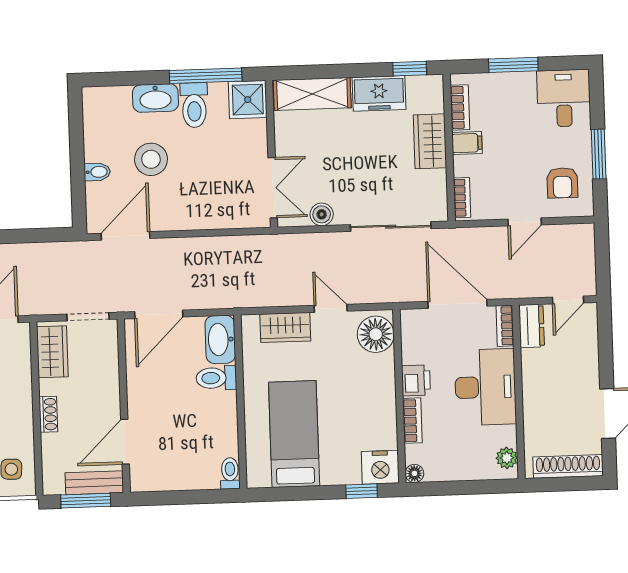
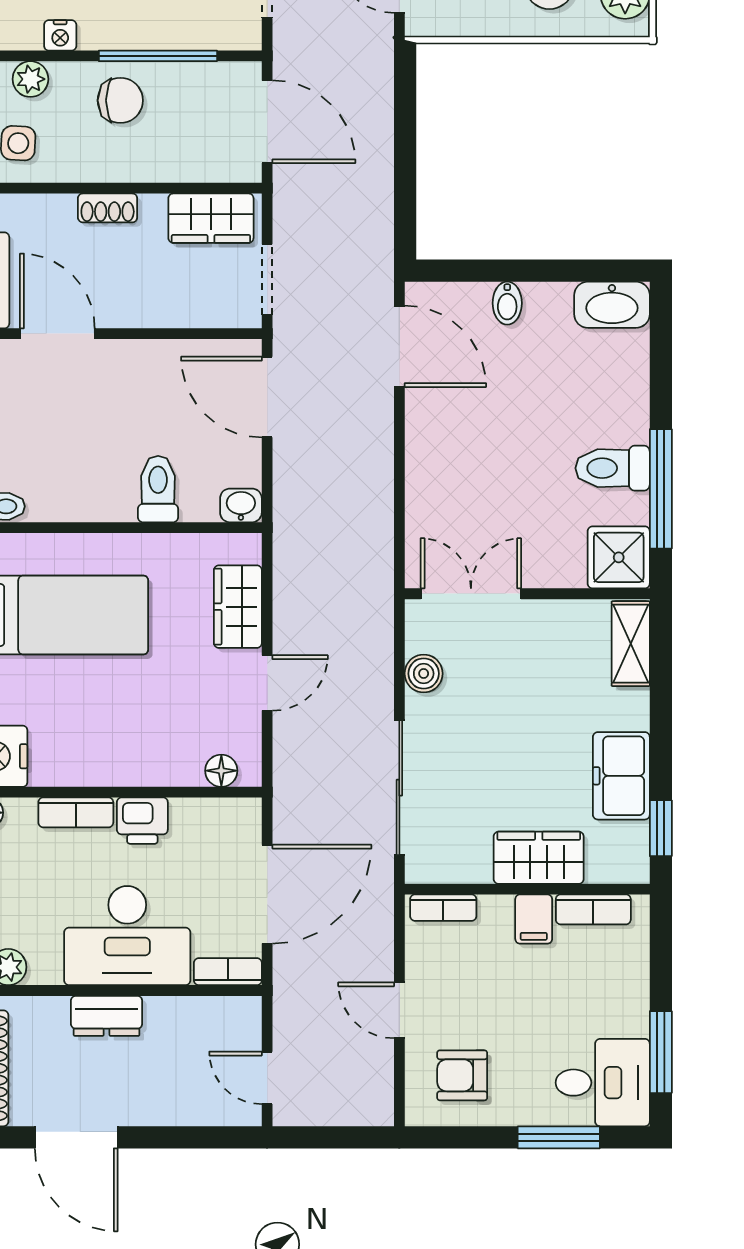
window: (513, 65) -> (661, 1052), moved
shelving: (312, 94) -> (631, 644), width x0.67, depth x0.75
washbasin: (155, 98) -> (612, 305), moved, turned -90
window: (599, 154) -> (559, 1137), moved
stool: (151, 159) -> (525, 393), removed
double door: (273, 188) -> (471, 594), swing flipped
dresser: (532, 326) -> (107, 1016), moved
floor lamp: (376, 334) -> (221, 771), width x0.53, depth x0.53
washbasin: (220, 339) -> (241, 505), width x0.52, depth x0.69

